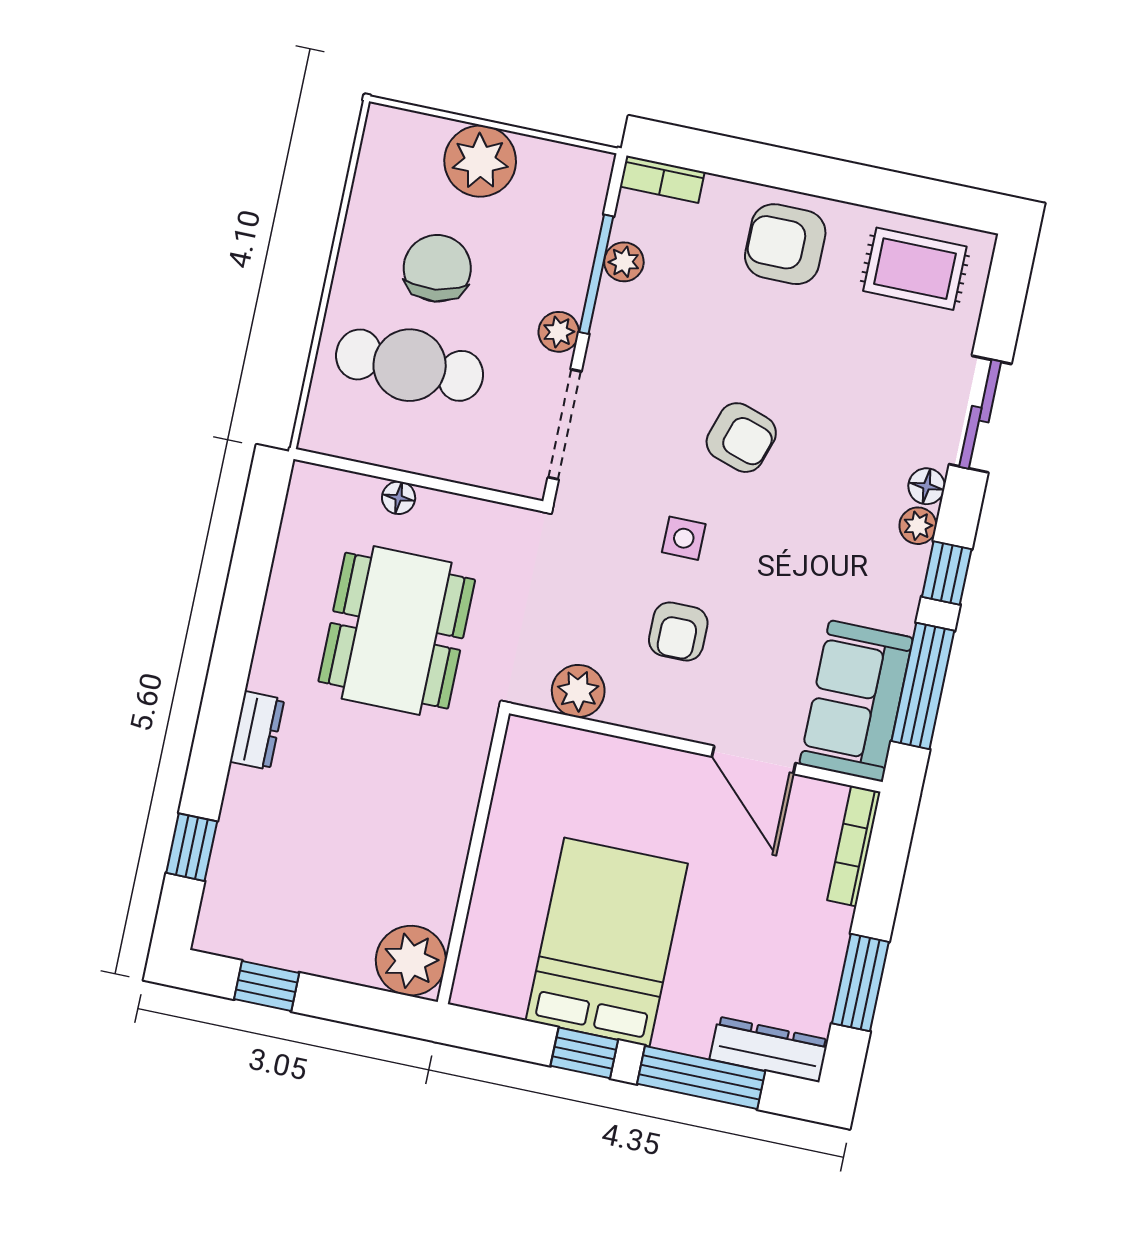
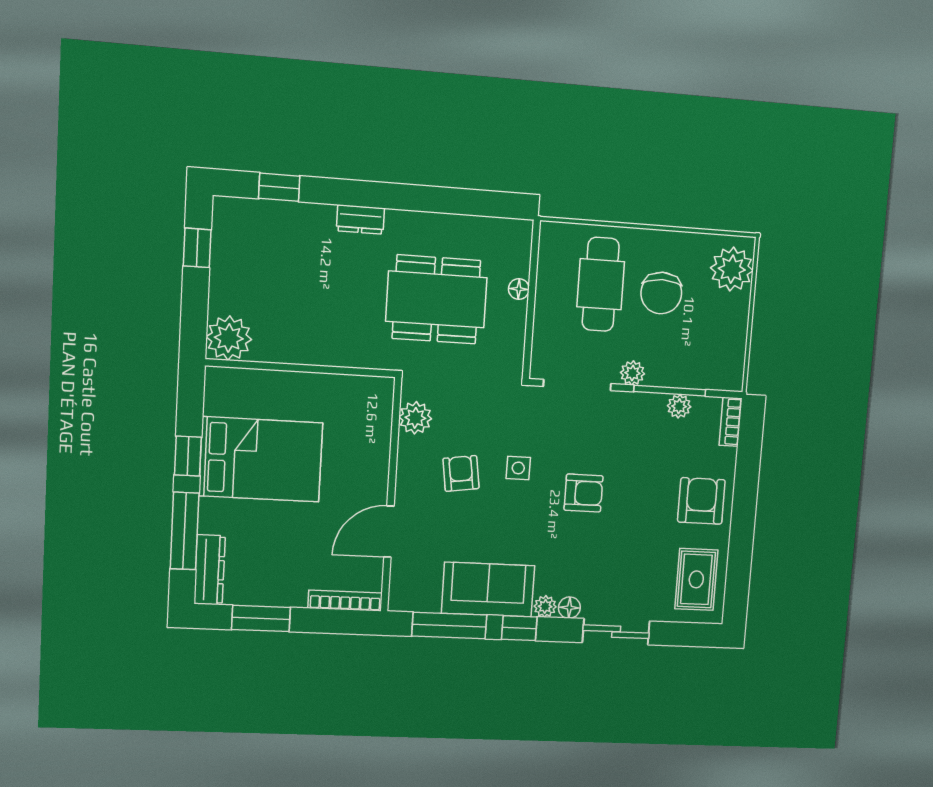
plant: (480, 161) -> (732, 269), moved
chair: (437, 268) -> (661, 293), turned 97
armchair: (741, 438) -> (584, 493), turned -108
armchair: (678, 631) -> (461, 473), turned 82
sofa: (856, 701) -> (488, 590), moved

